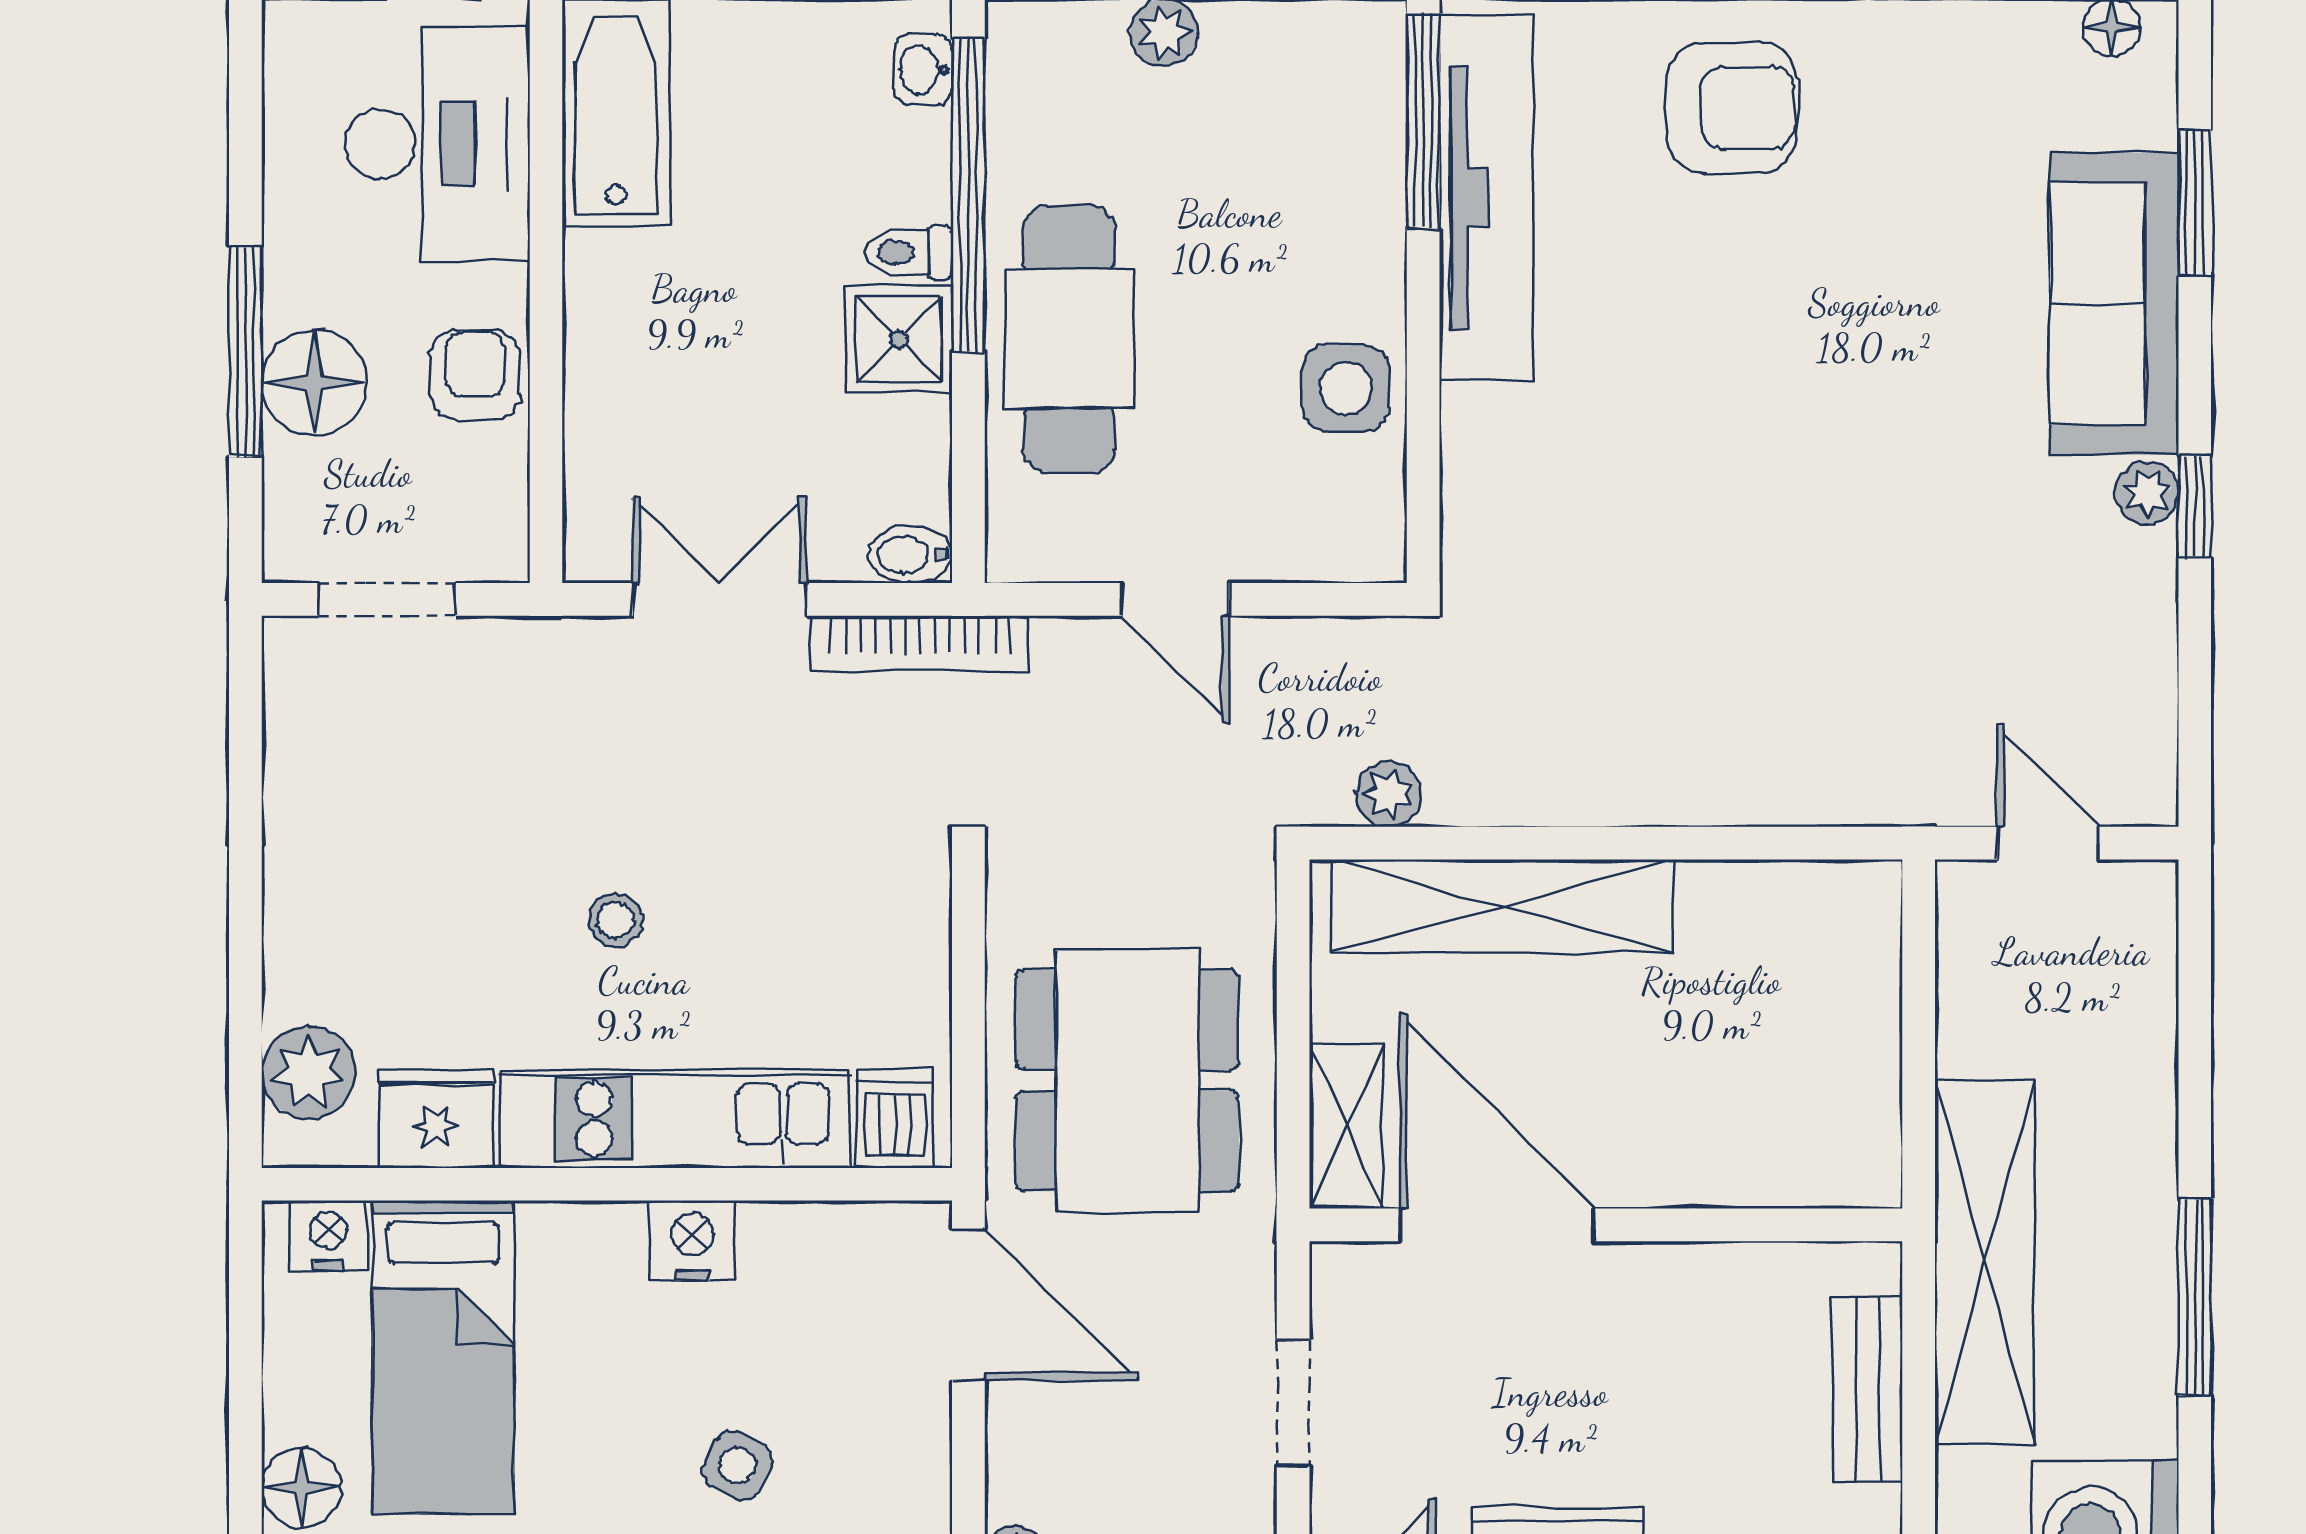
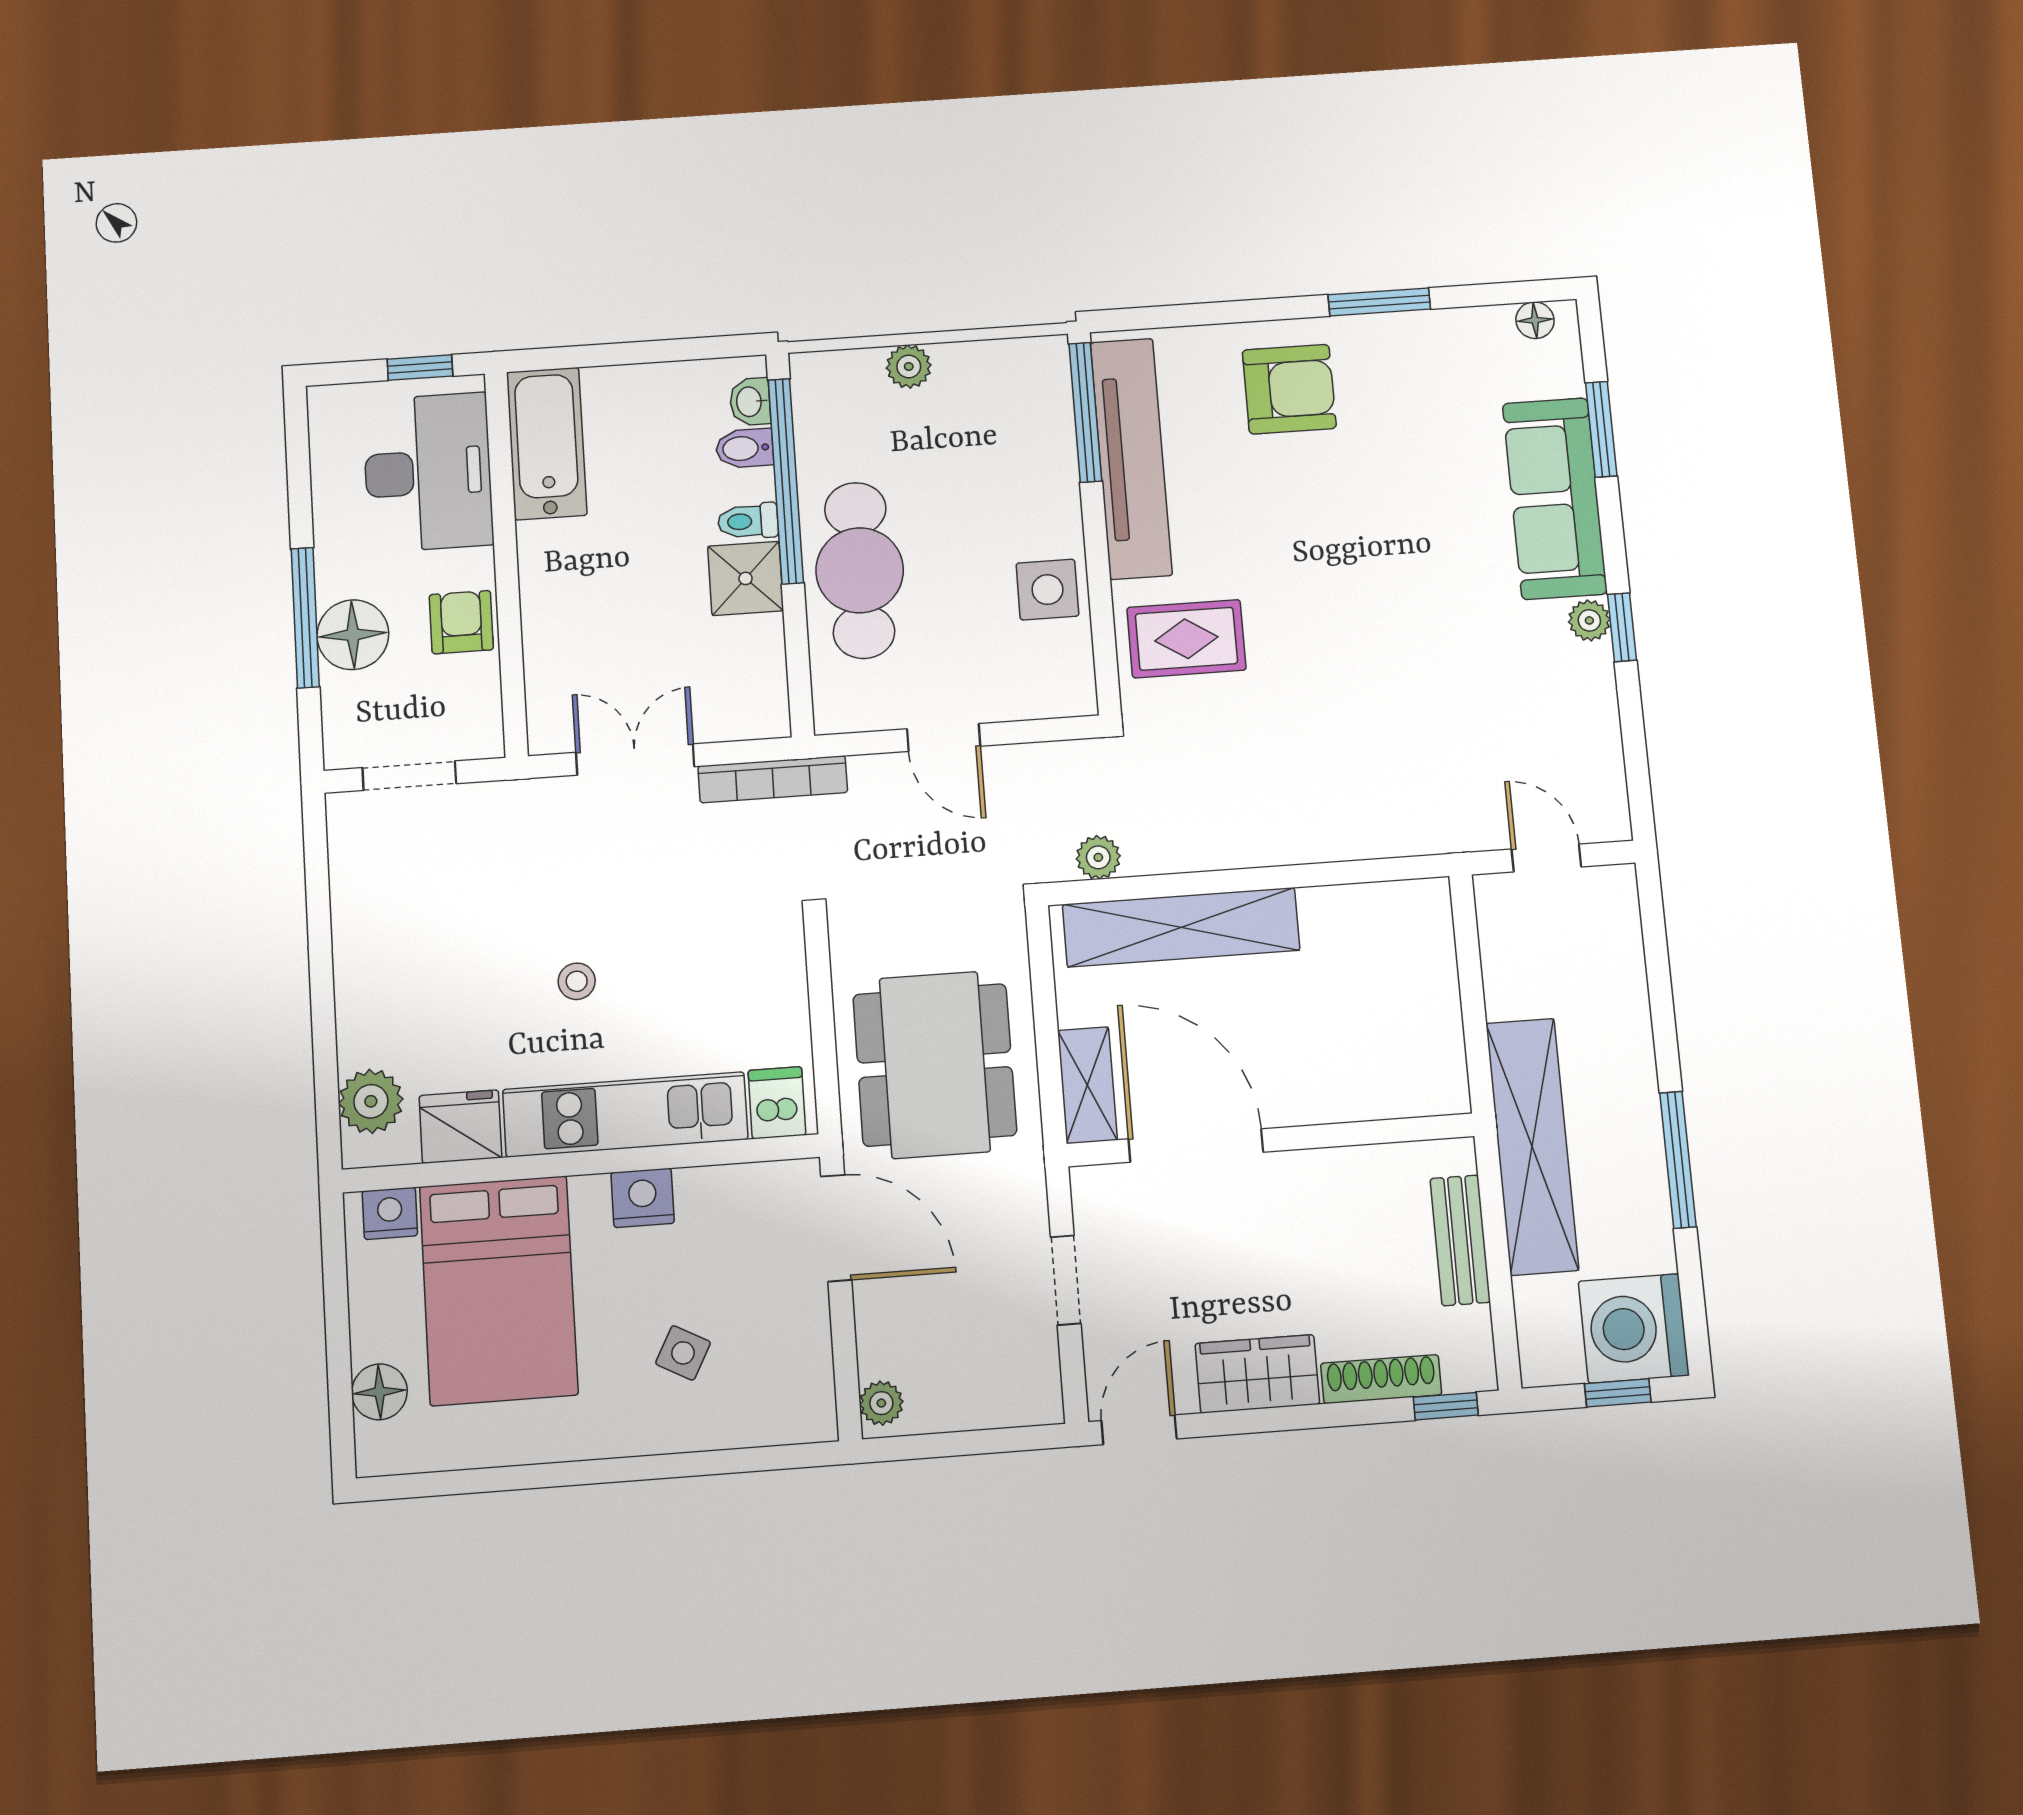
rug: (1546, 477) -> (1186, 639), added
bidet: (910, 555) -> (744, 448), moved
bed: (443, 1357) -> (499, 1290), width x1.50

